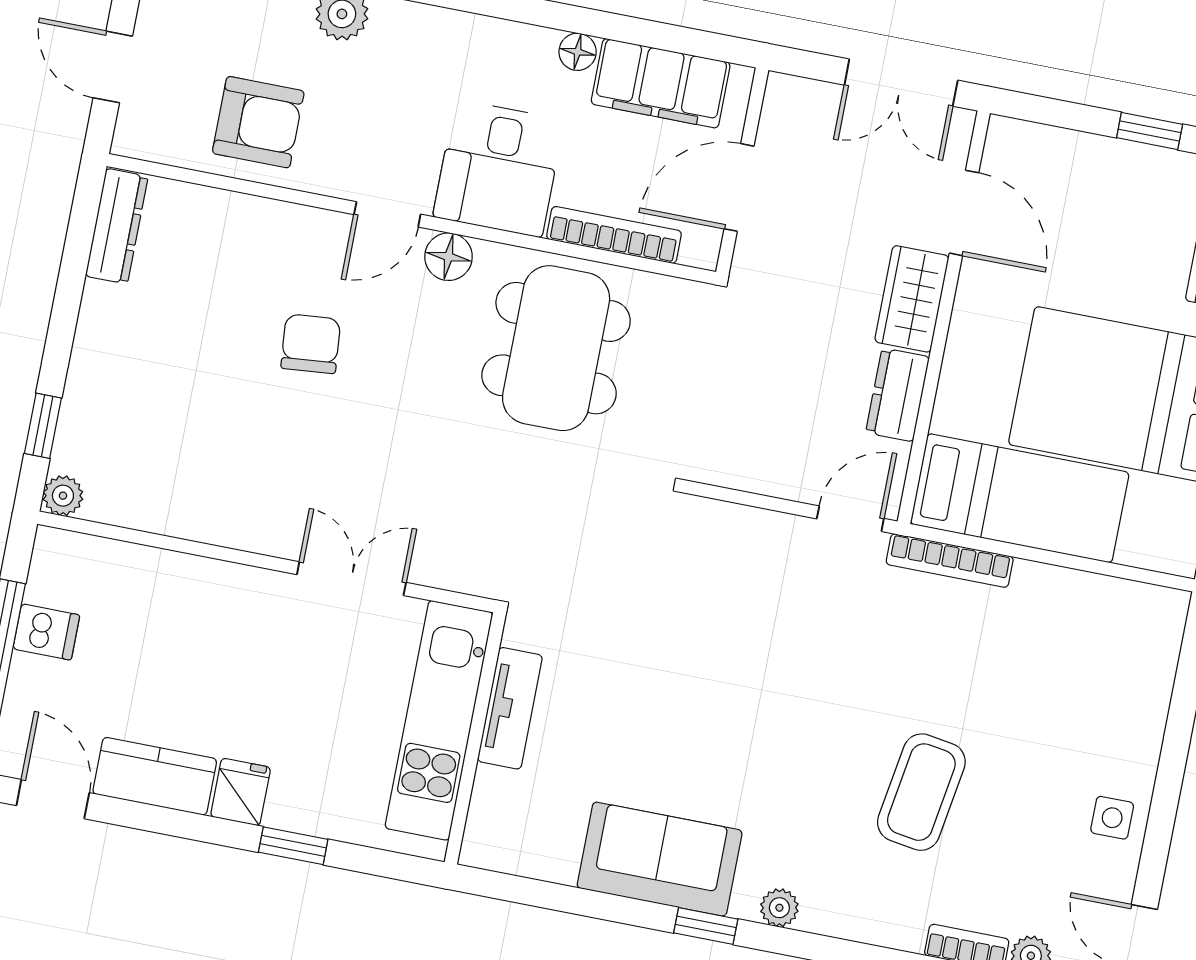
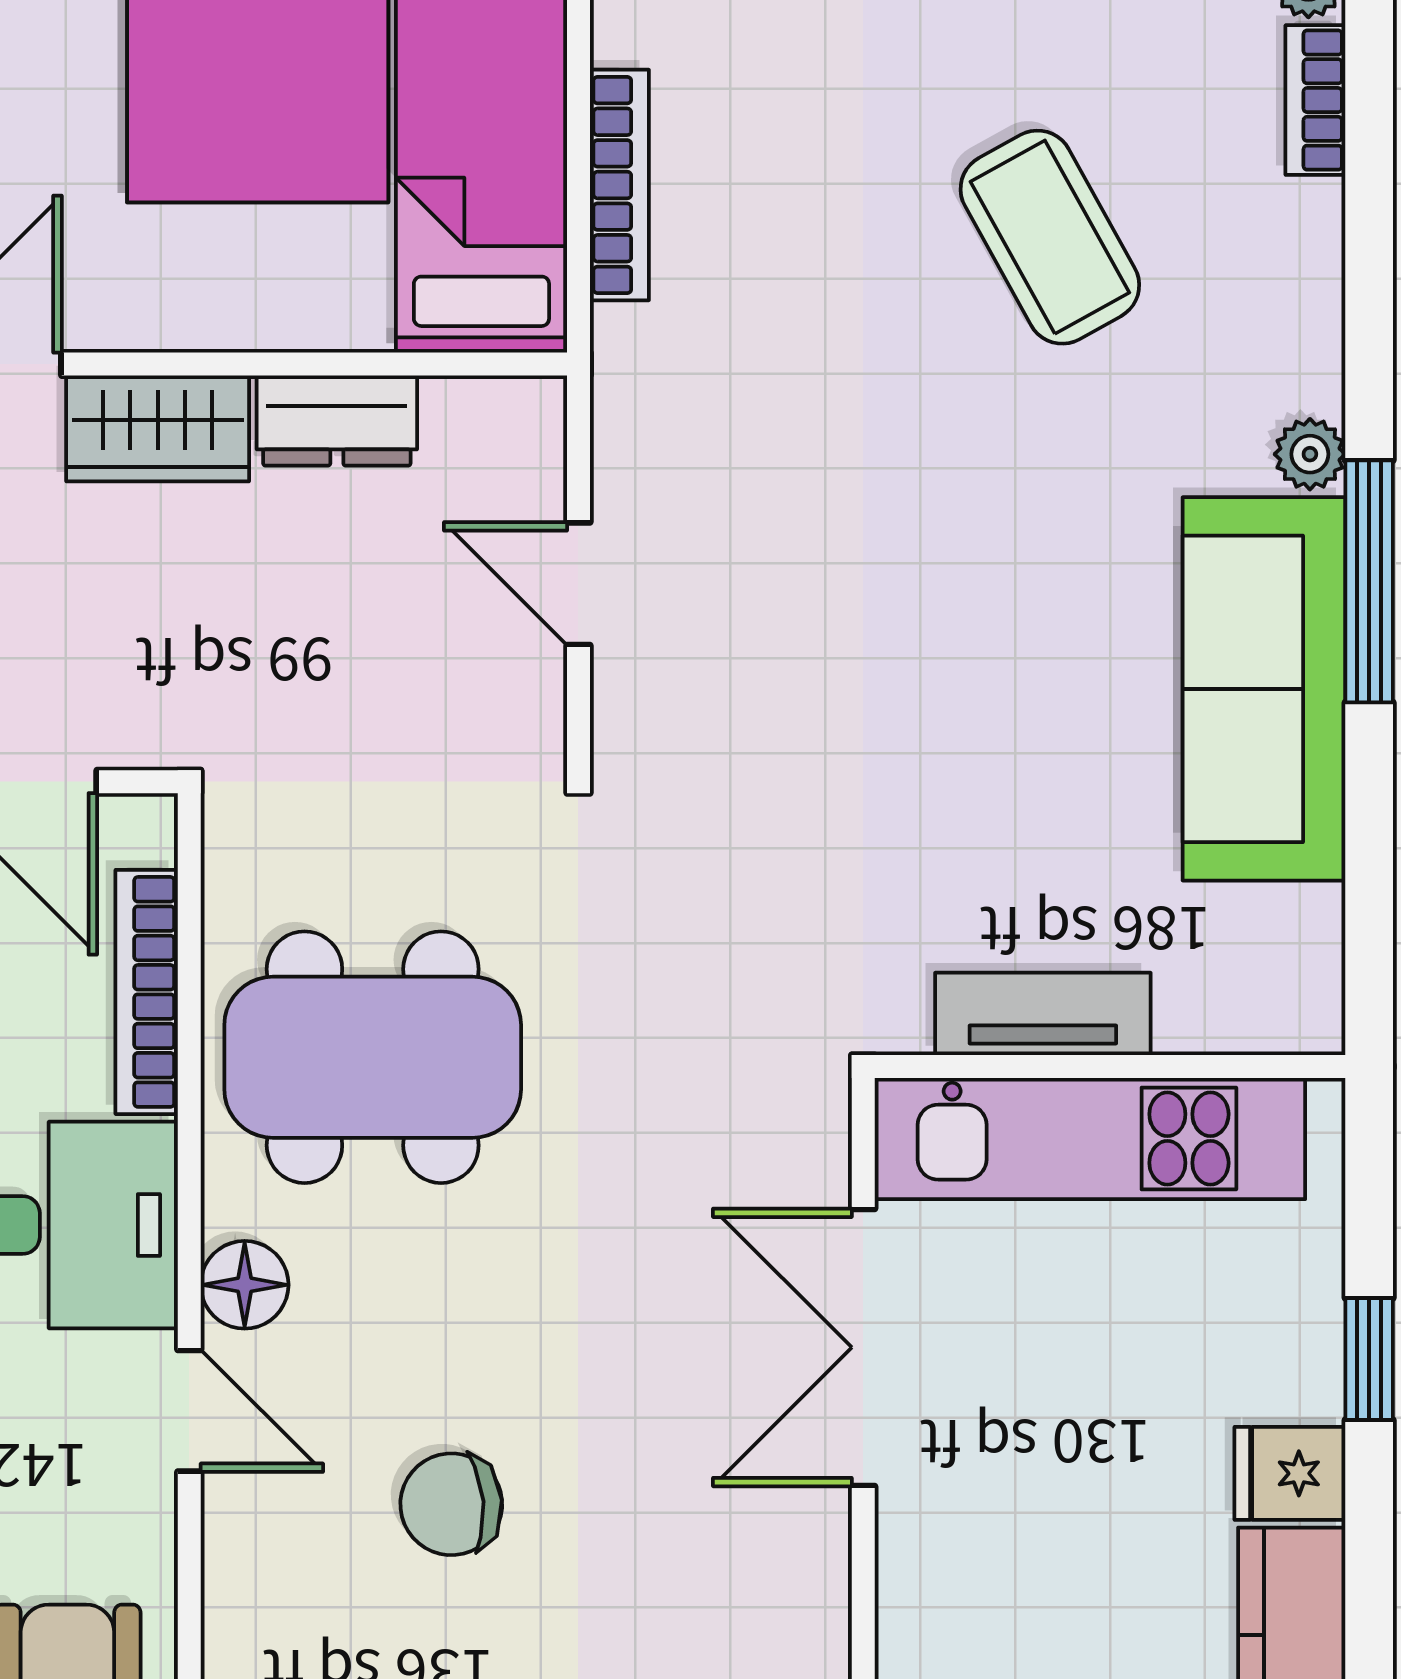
door: (850, 519) -> (578, 584), moved
bookcase: (950, 561) -> (619, 185), moved
double door: (351, 579) -> (863, 1347), width x1.37
coffee table: (921, 792) -> (1050, 237), turned 52
sofa: (660, 859) -> (1264, 689), width x1.36
window: (706, 926) -> (1369, 581), width x2.17

